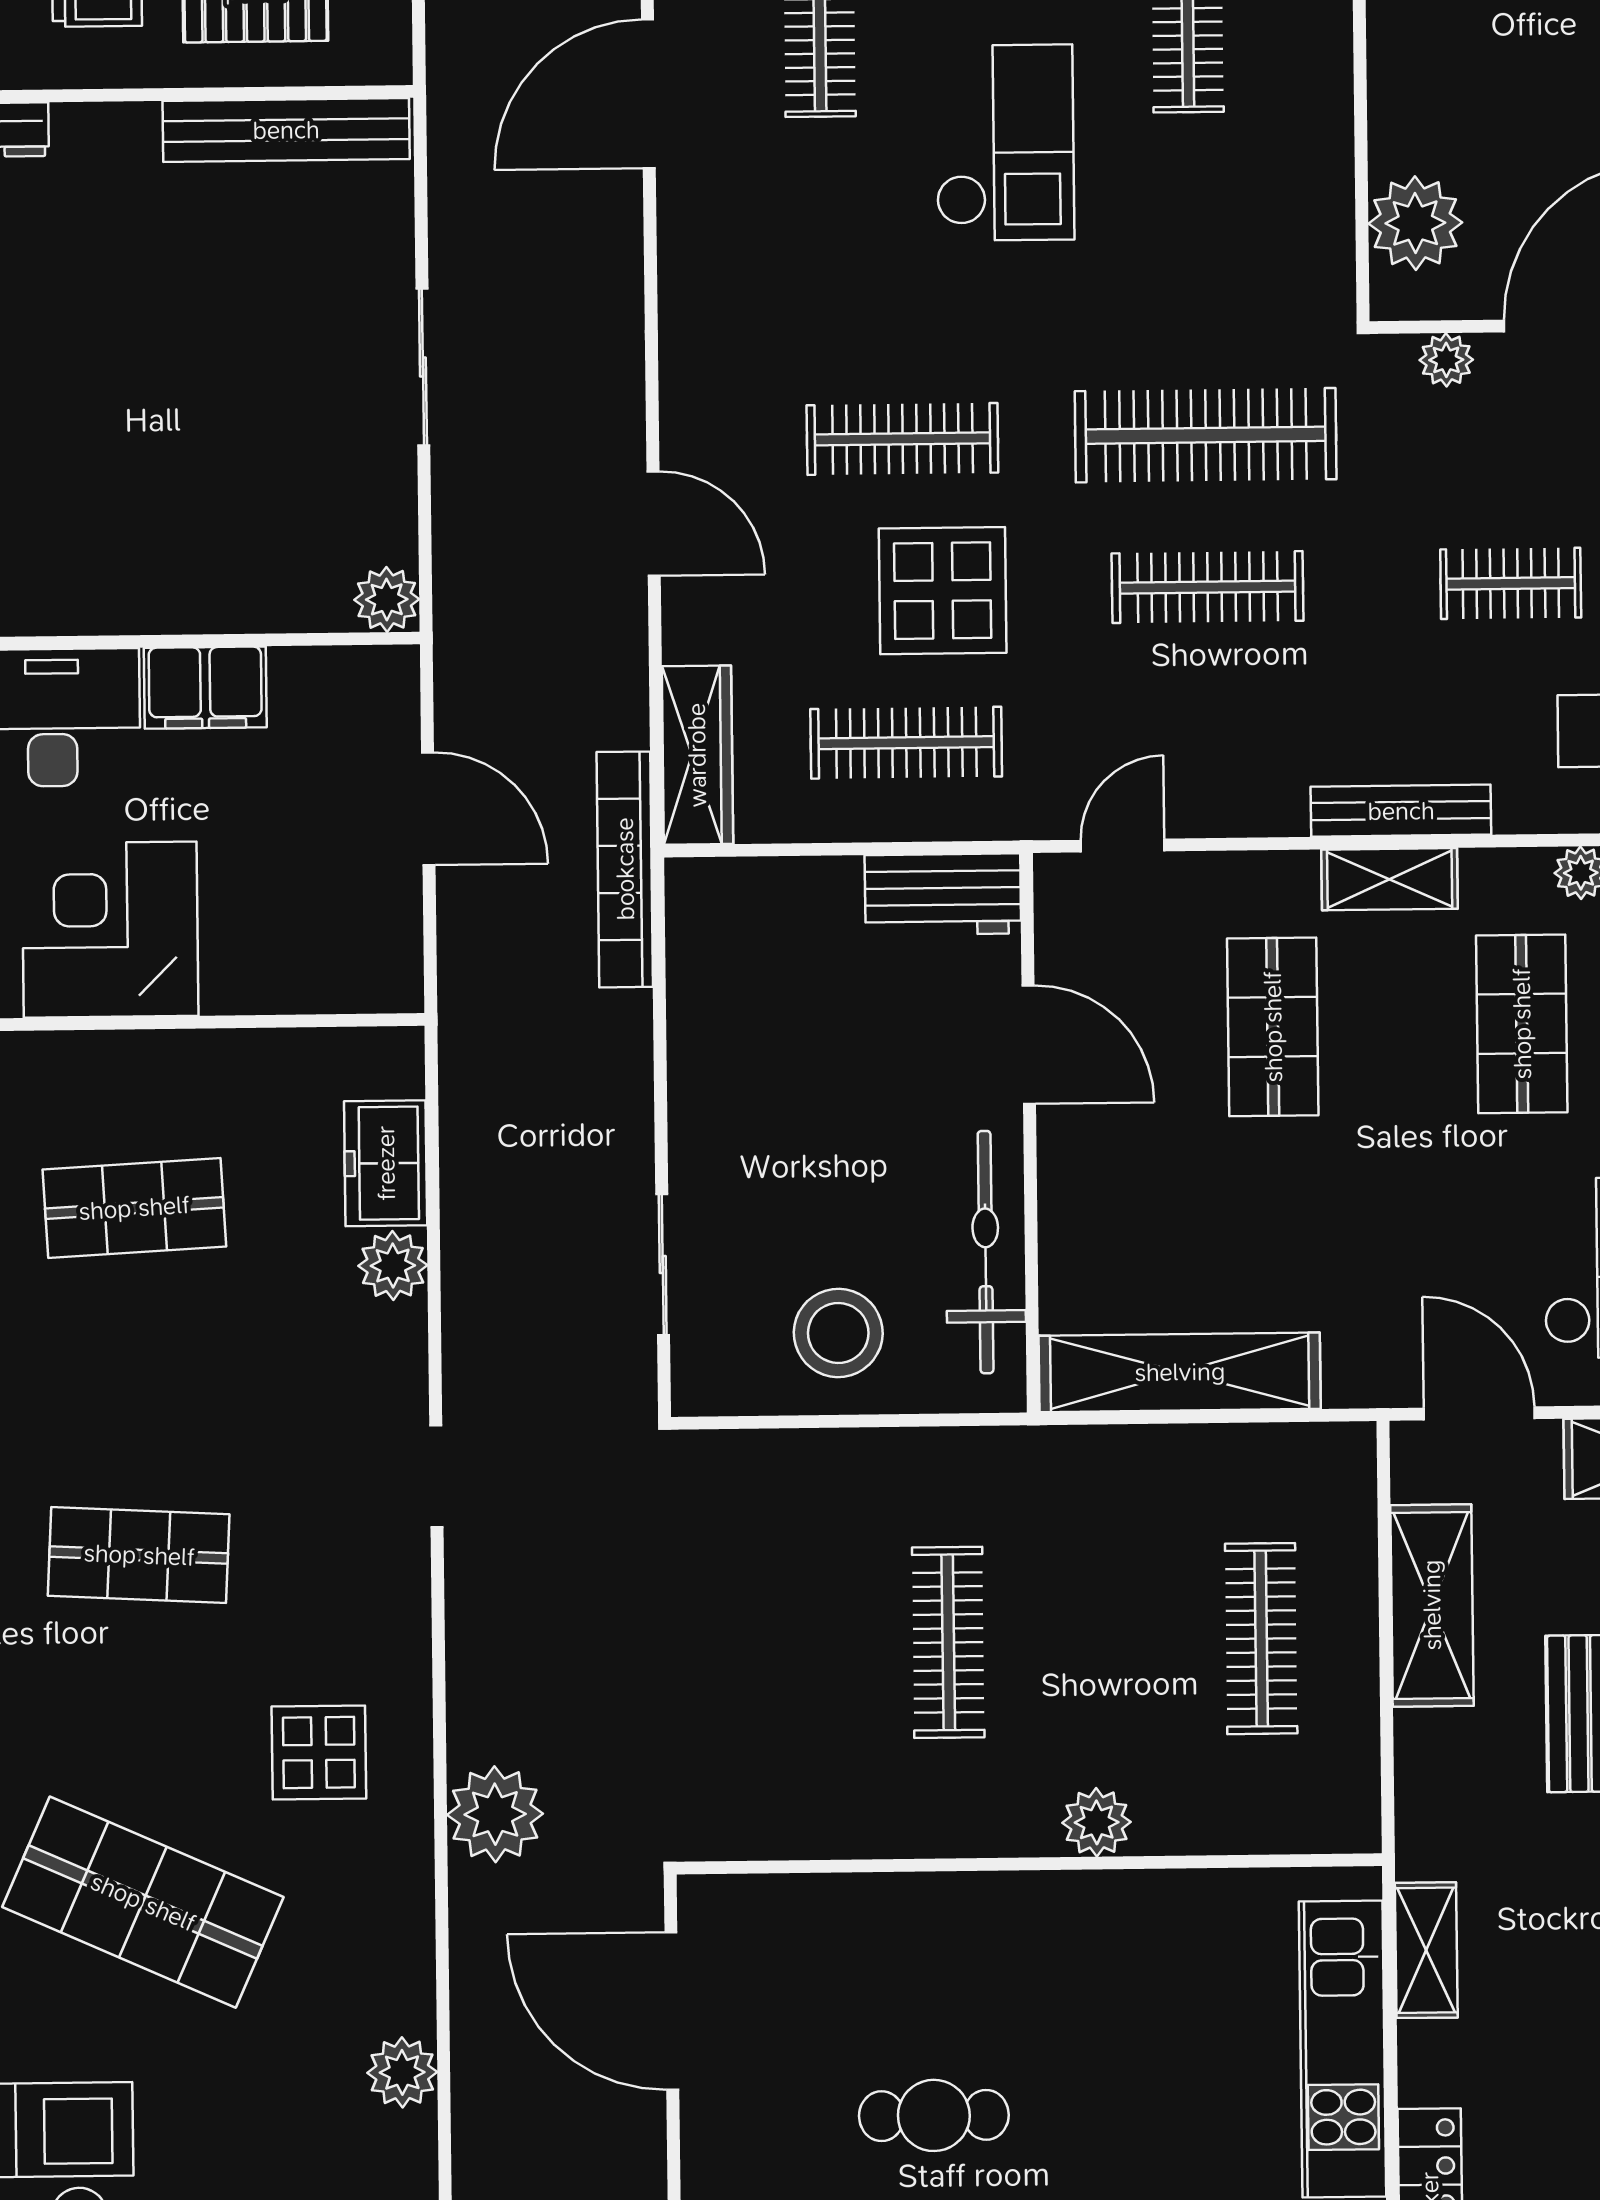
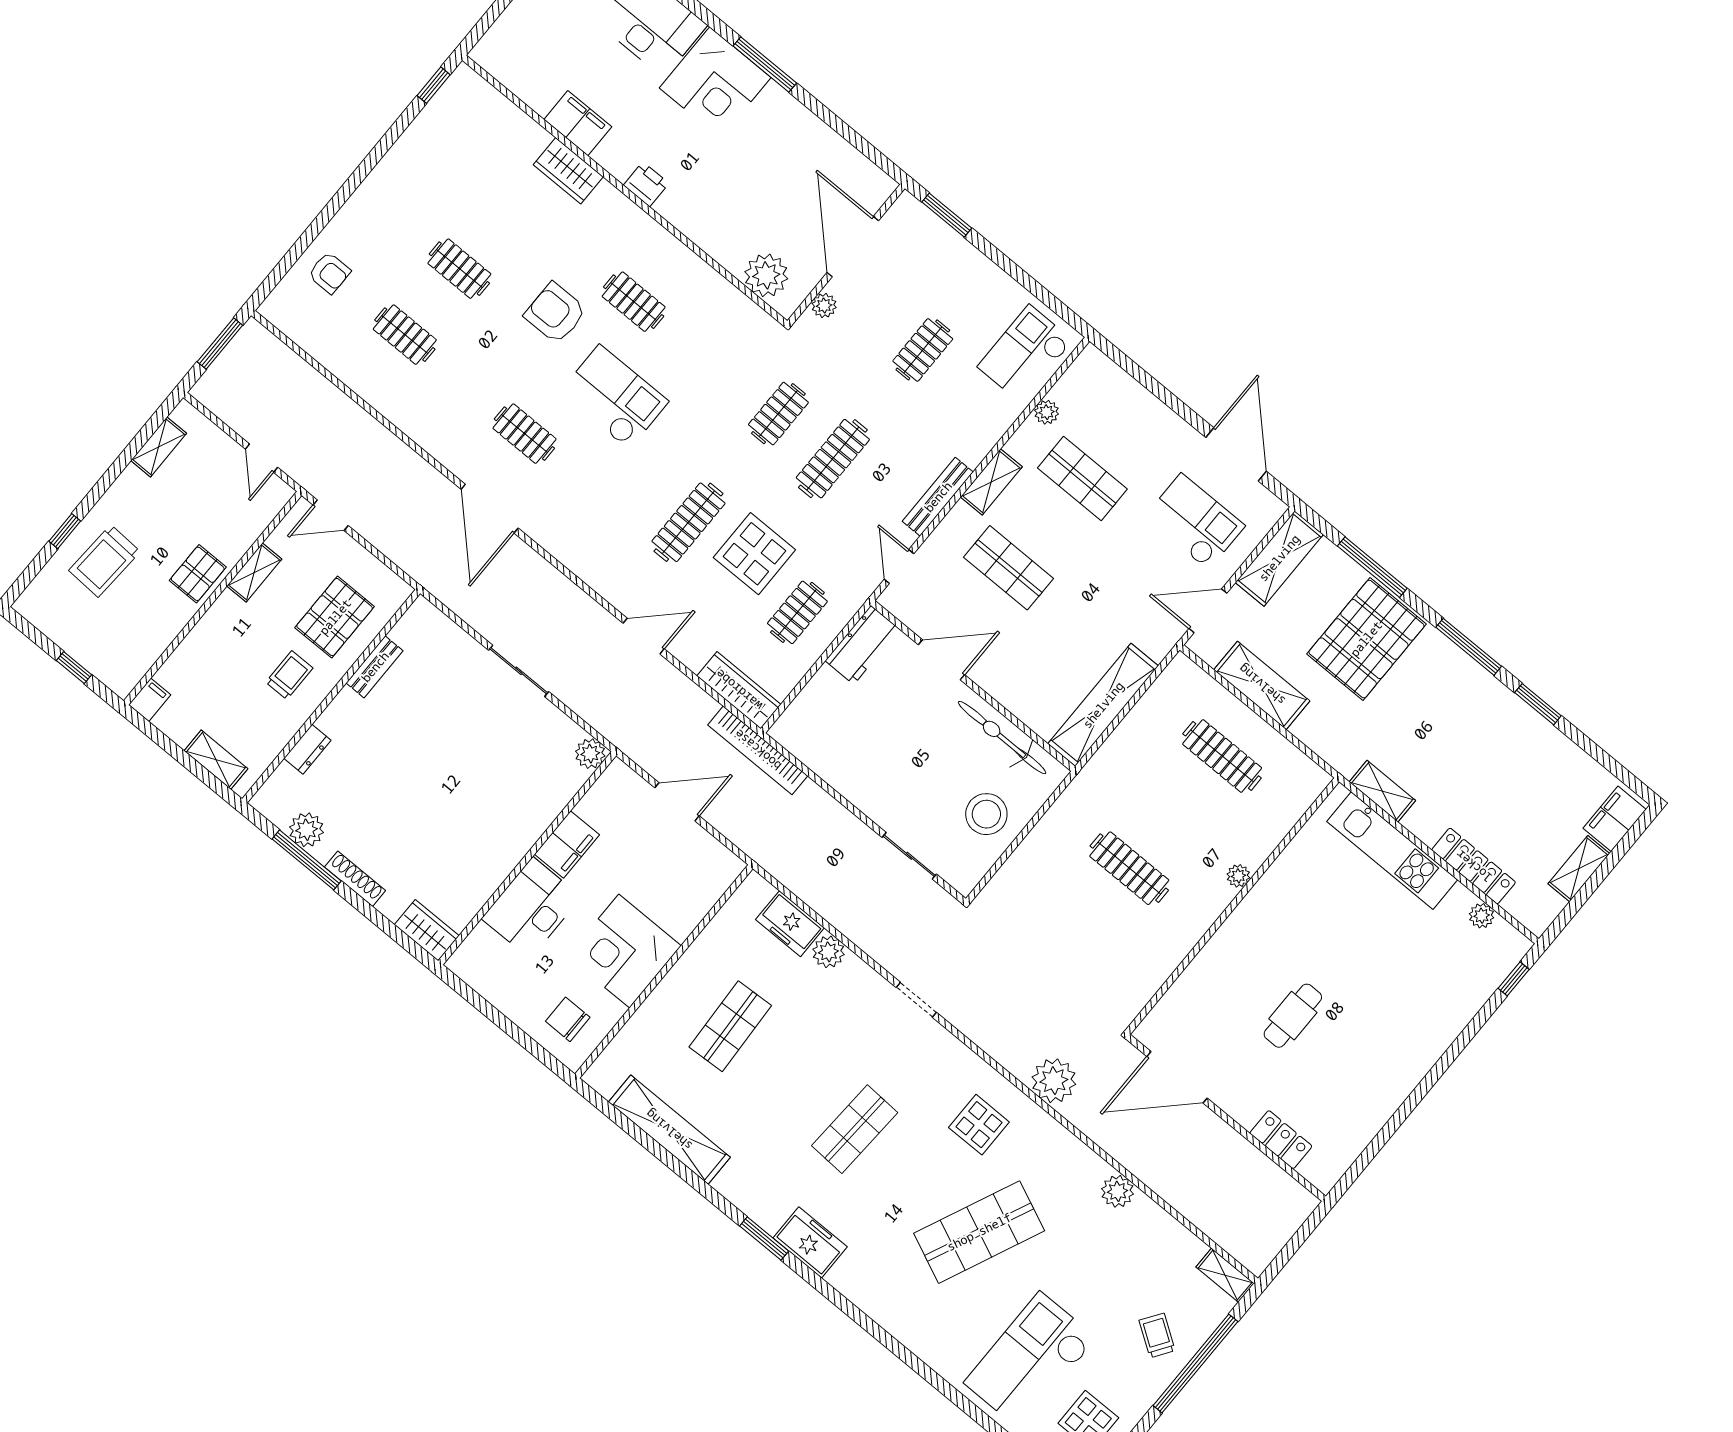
bench: (286, 130) -> (375, 667), width x0.54, depth x0.82
clothes rail: (1206, 435) -> (778, 414), width x0.54, depth x0.76
clothes rail: (906, 743) -> (797, 612), width x0.73
bench: (1401, 811) -> (938, 497), moved
plant: (1097, 1822) -> (1238, 876), width x0.73, depth x0.73

